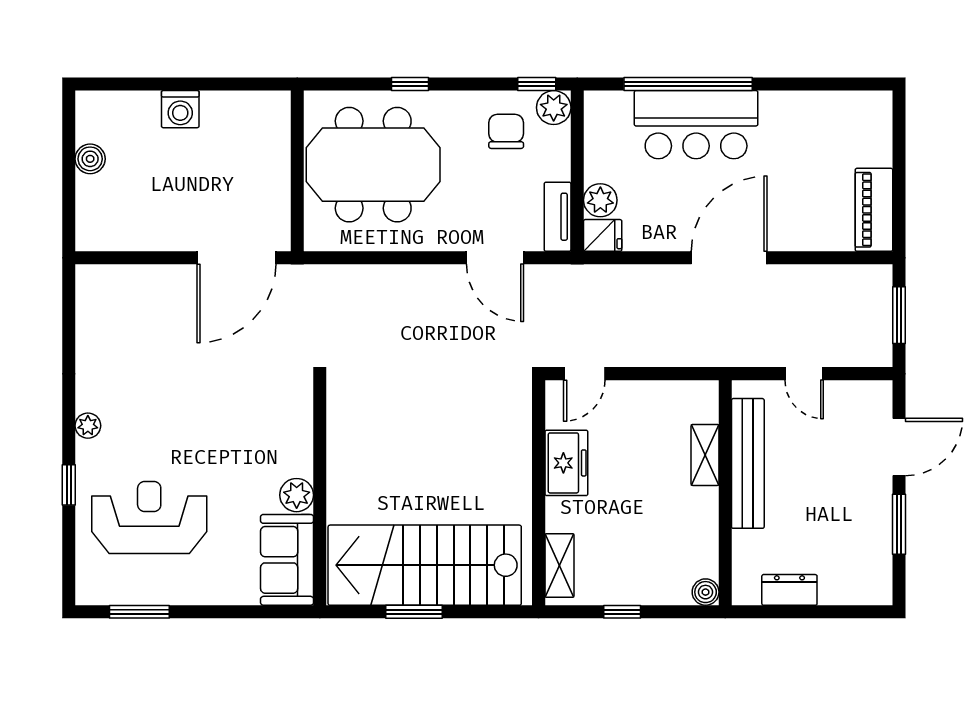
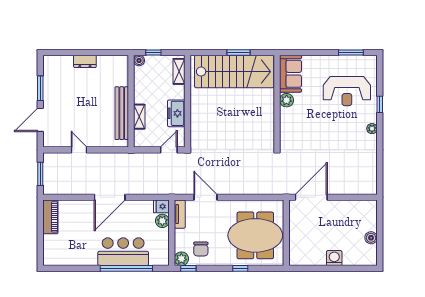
shelving: (705, 455) -> (139, 117), moved
bench: (748, 463) -> (122, 113), moved
wall: (725, 493) -> (131, 101), moved
boiler: (706, 592) -> (139, 61), moved

